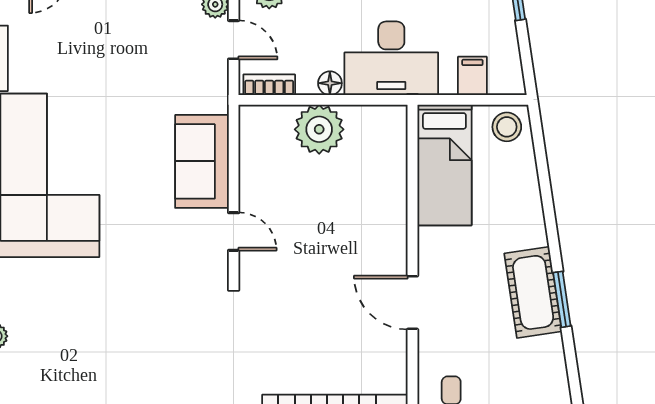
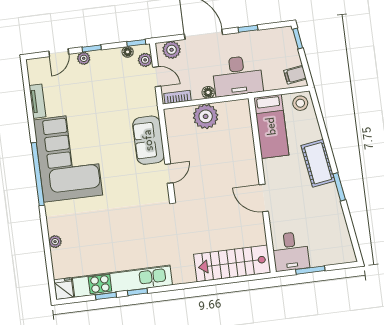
filing cabinet: (472, 76) -> (295, 75), moved, turned -98
door: (234, 231) -> (169, 174), hinge flipped
cot: (533, 292) -> (318, 163), moved

